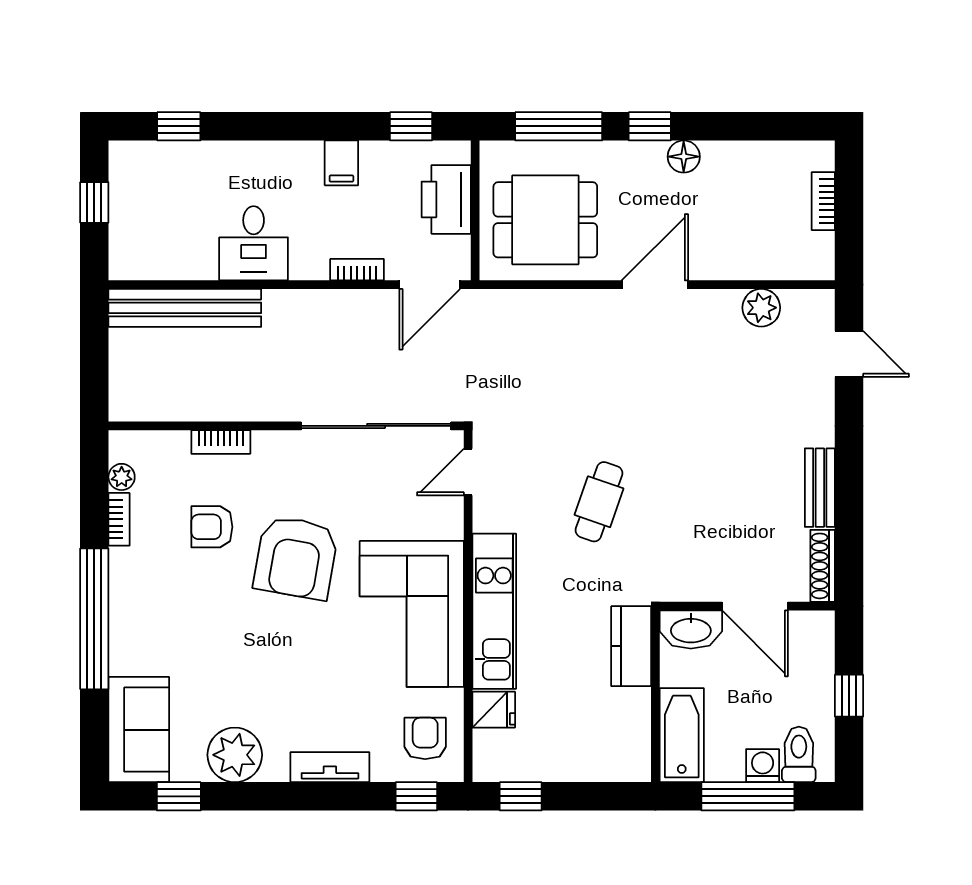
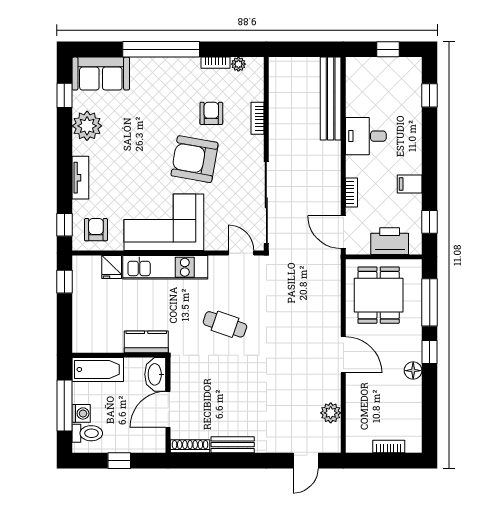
armchair: (425, 738) -> (96, 230), turned -90

